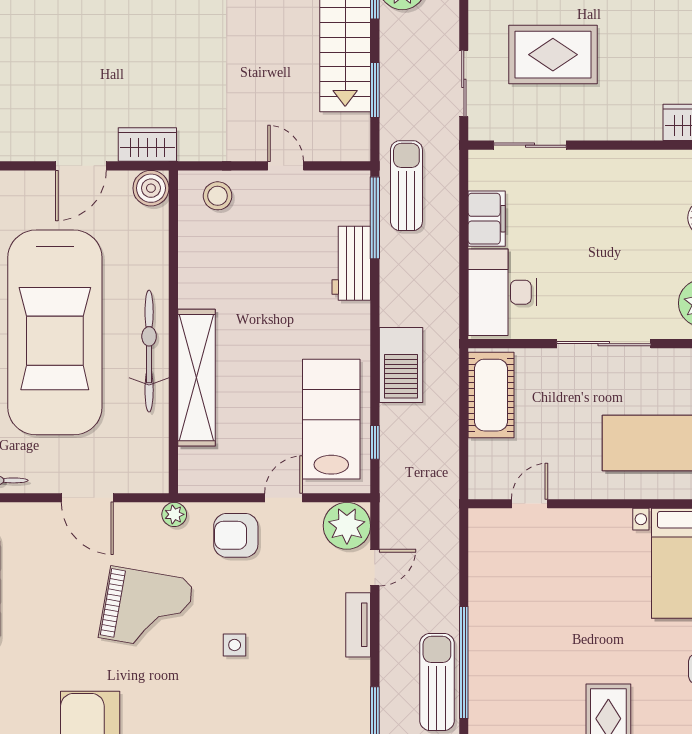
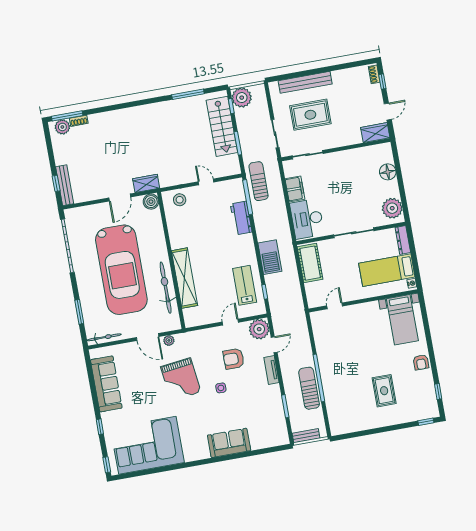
bicycle: (149, 351) -> (166, 288), moved
lab bench: (331, 419) -> (245, 285), width x0.73, depth x0.72
plant: (174, 514) -> (169, 340), moved
armchair: (236, 535) -> (234, 359), moved
grand piano: (146, 609) -> (181, 379), turned 73

